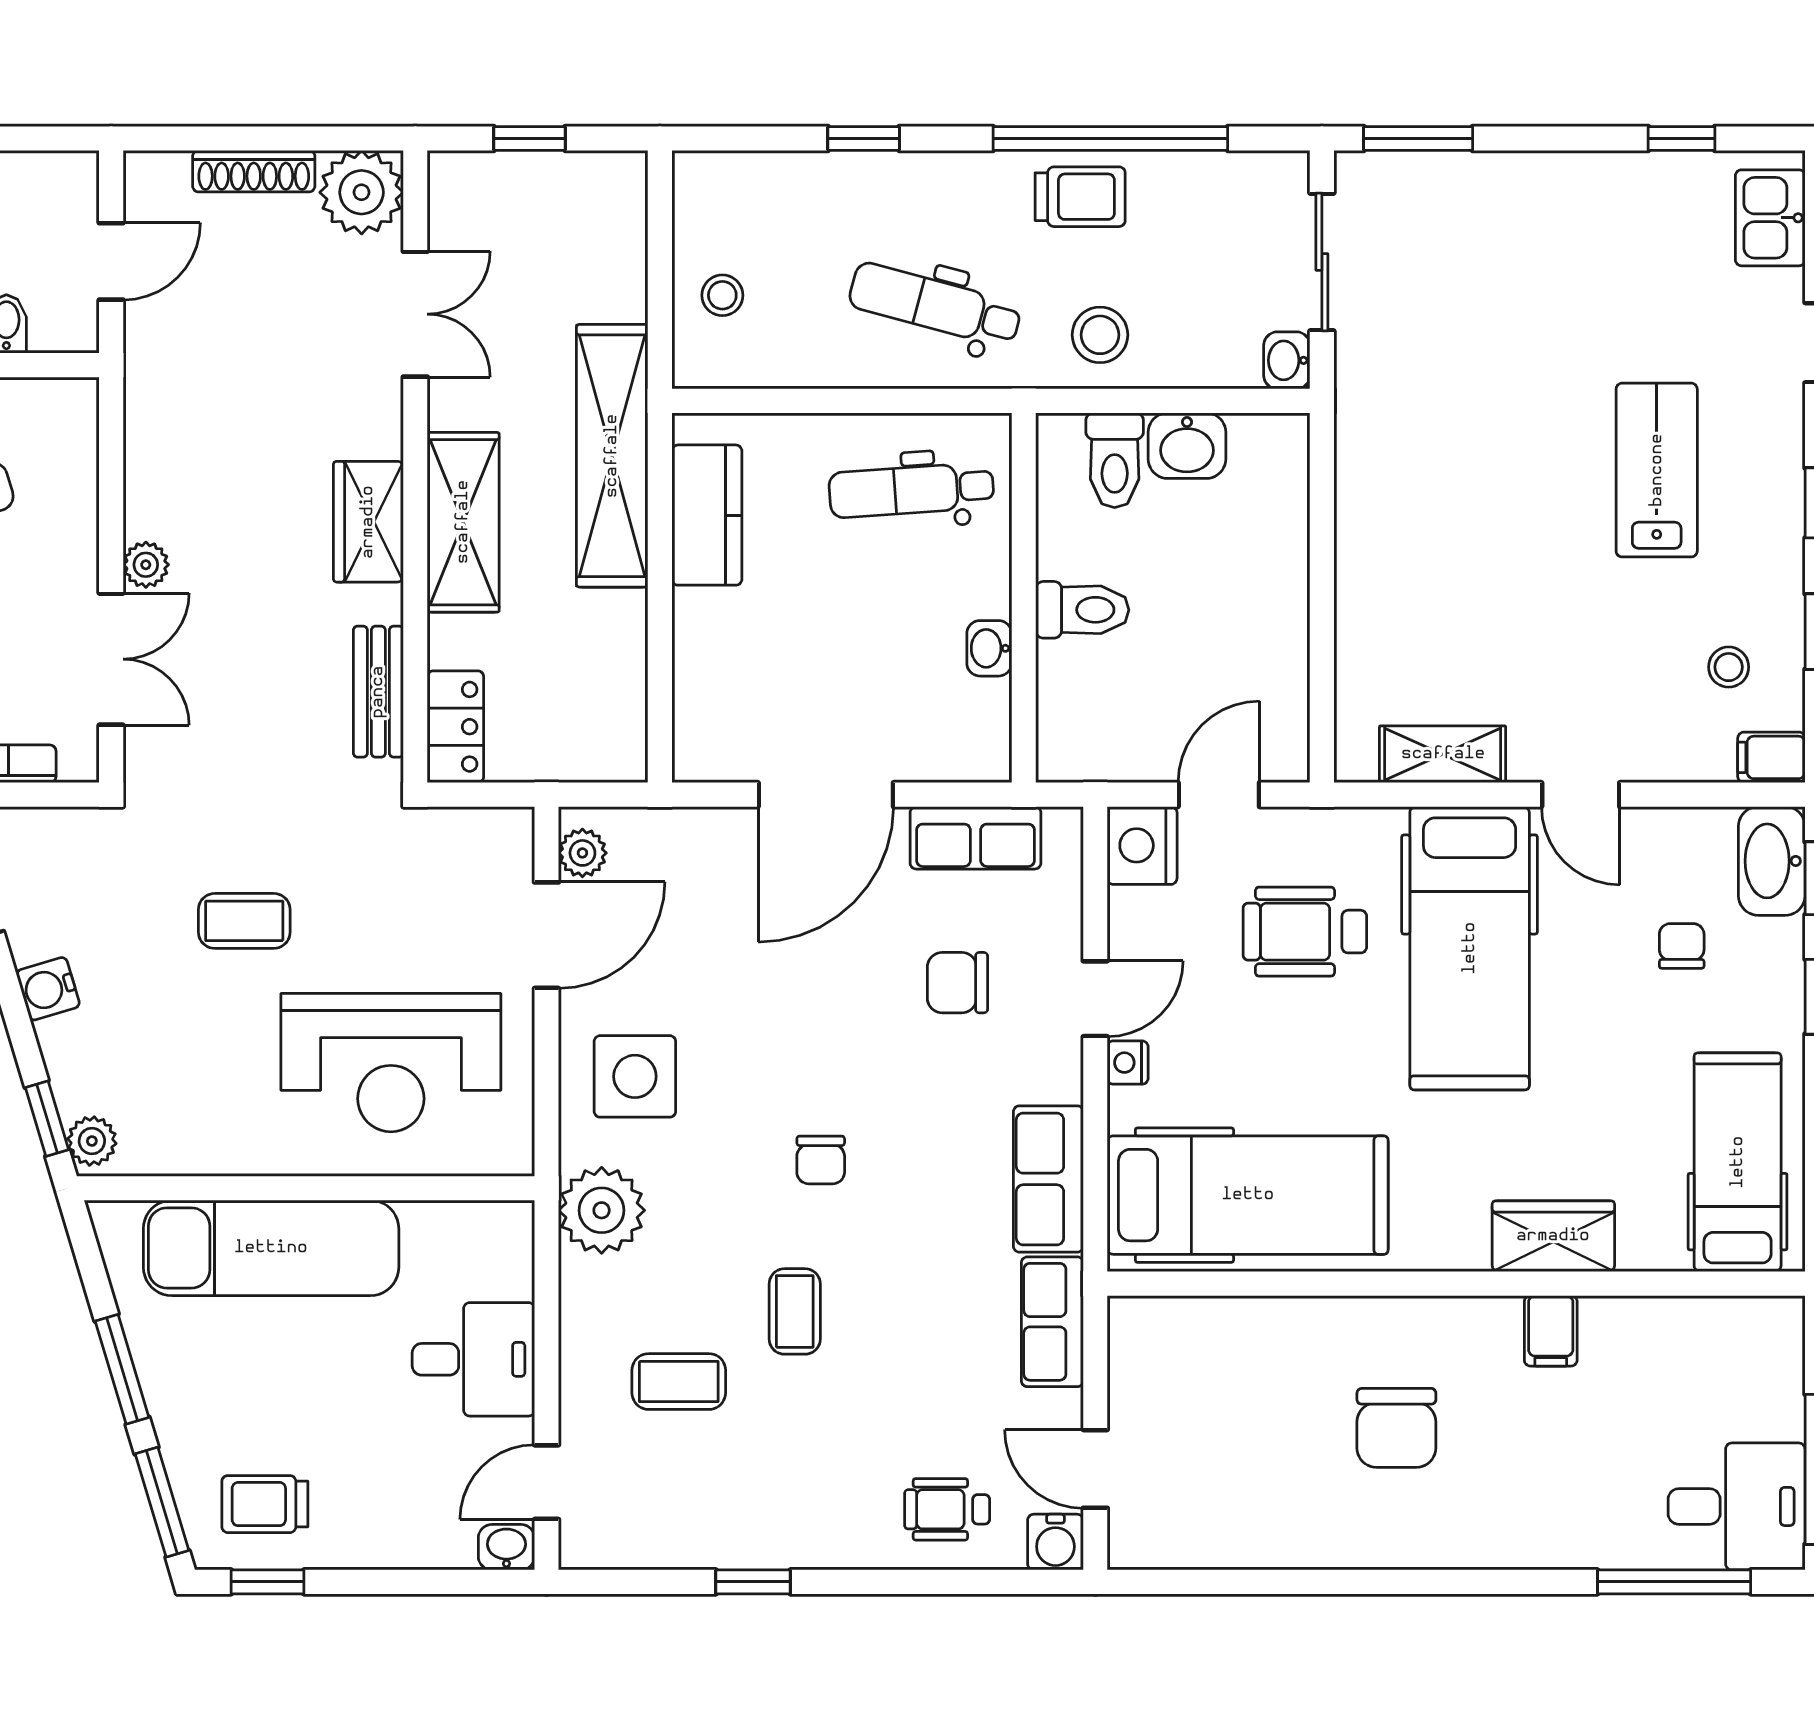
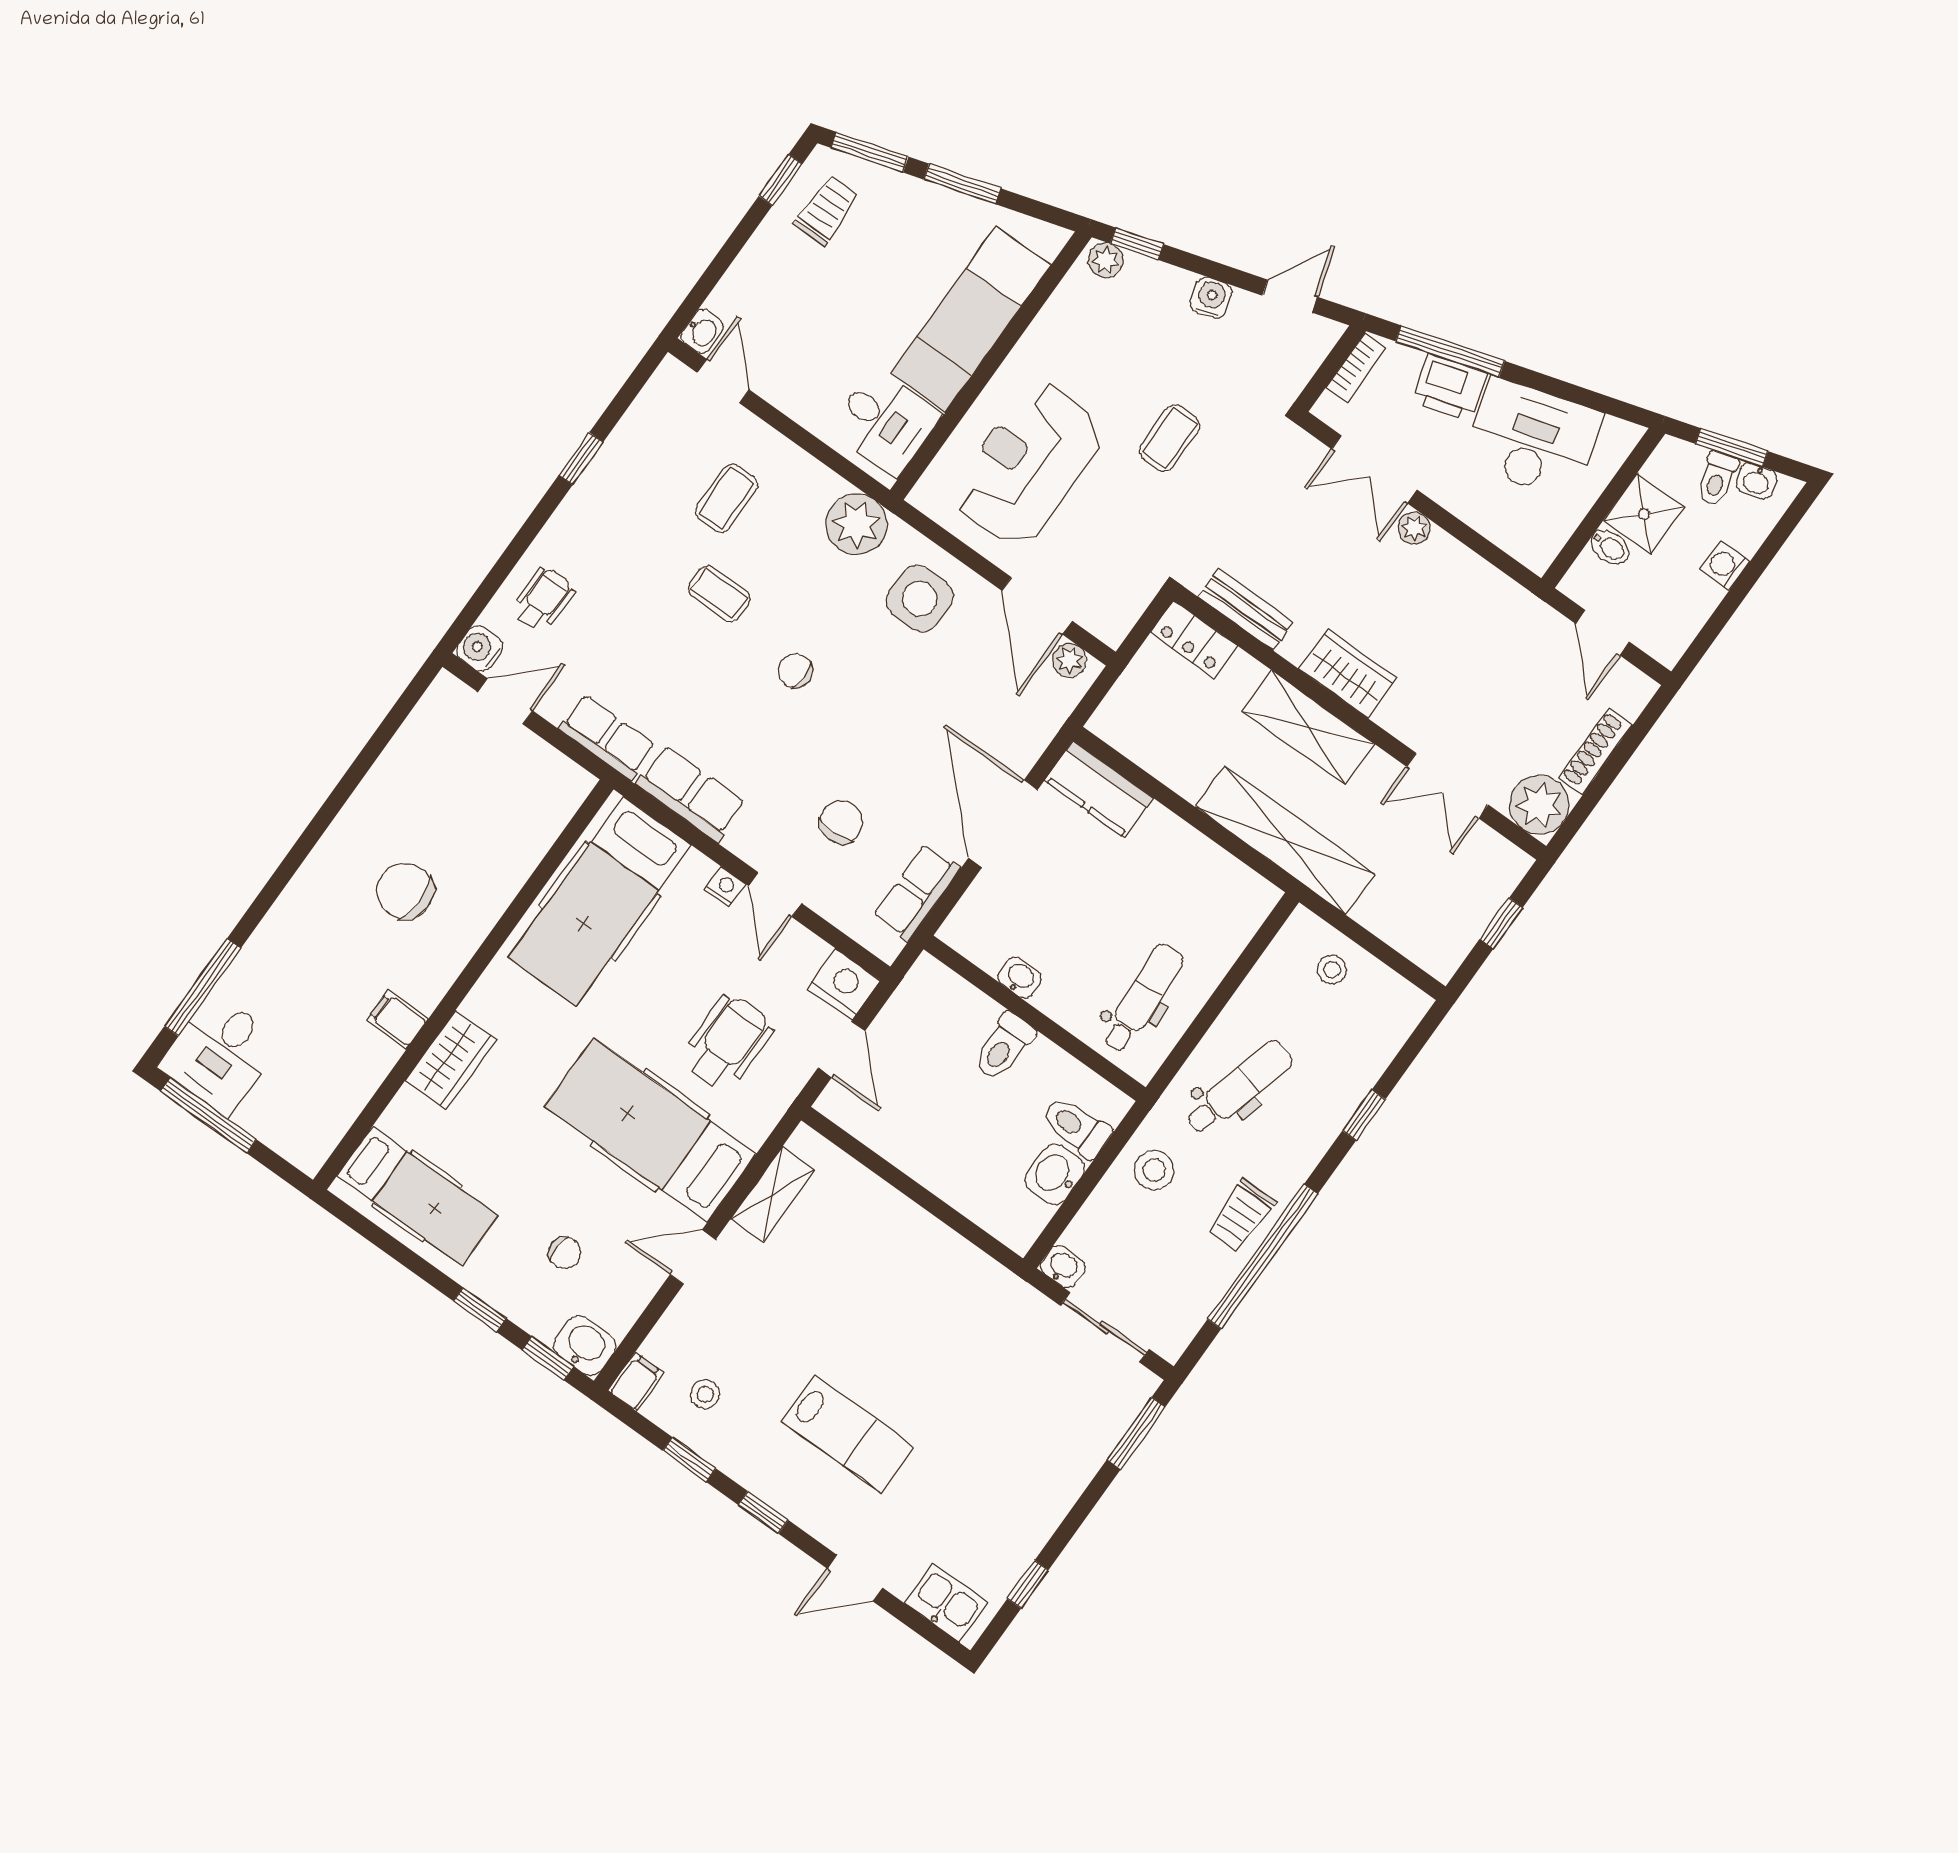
kitchen counter: (707, 515) -> (1099, 789), moved
washbasin: (1772, 861) -> (585, 1346), width x0.72
desk: (473, 1359) -> (885, 422), moved, turned -90

